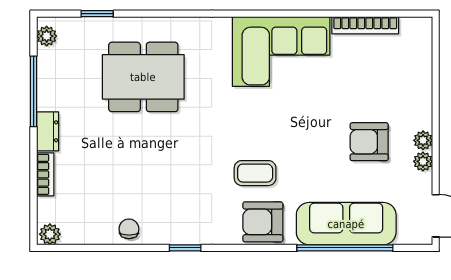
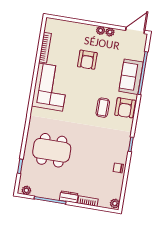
dining table: (143, 77) -> (52, 150), turned 90
armchair: (369, 142) -> (87, 60), moved
sofa: (346, 224) -> (131, 77), width x0.73

